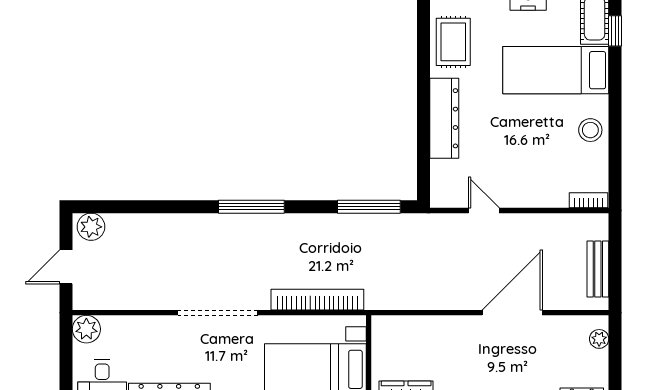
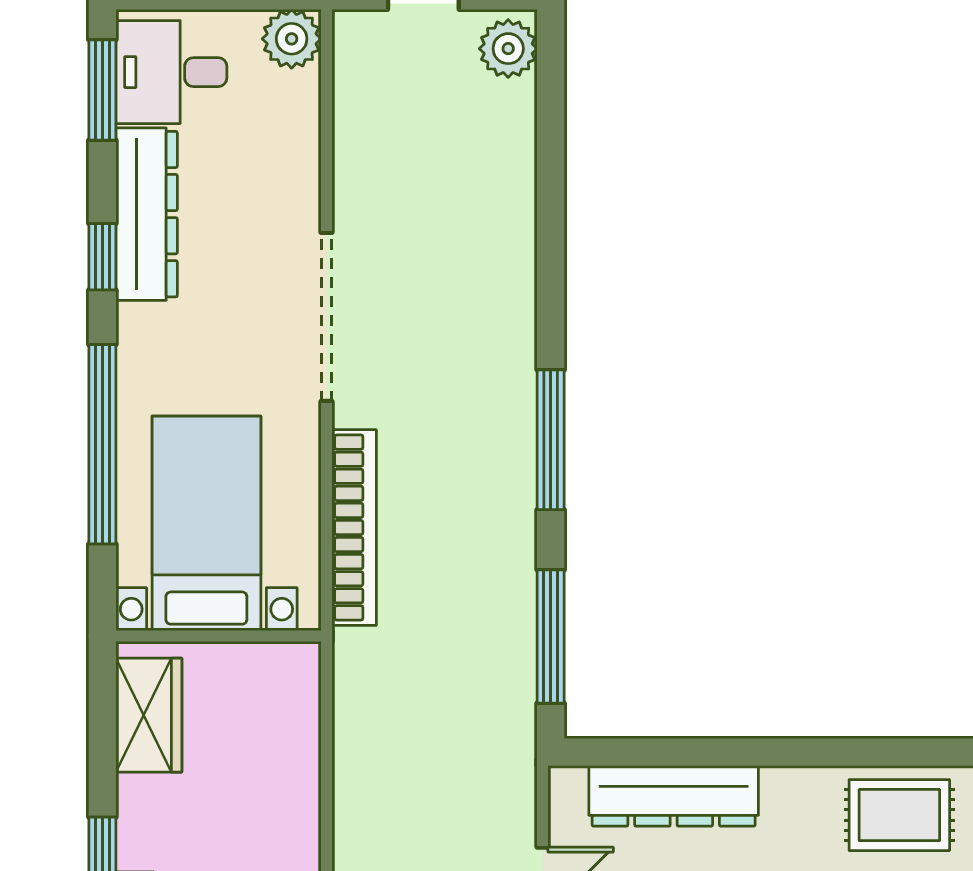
dresser: (444, 118) -> (674, 796), moved
window: (251, 207) -> (551, 440), moved

